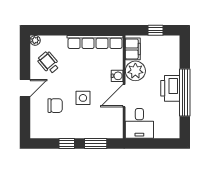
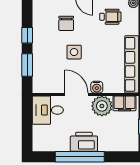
wheelchair: (49, 63) -> (110, 17), turned 40

